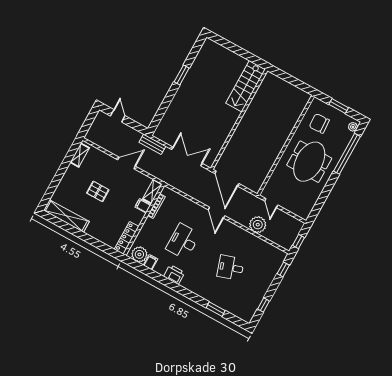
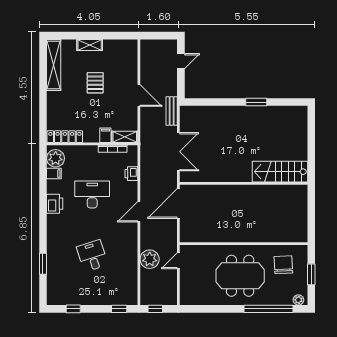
shelving: (80, 155) -> (90, 45), moved
printer: (184, 202) -> (131, 174), added

